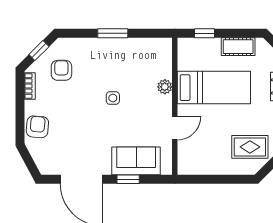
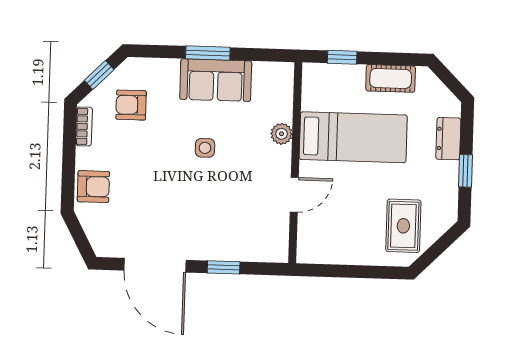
armchair: (61, 70) -> (131, 105), turned -90
armchair: (37, 127) -> (93, 187), turned 85
rug: (250, 147) -> (403, 226), turned 90
sofa: (136, 161) -> (216, 80), moved, turned 180

